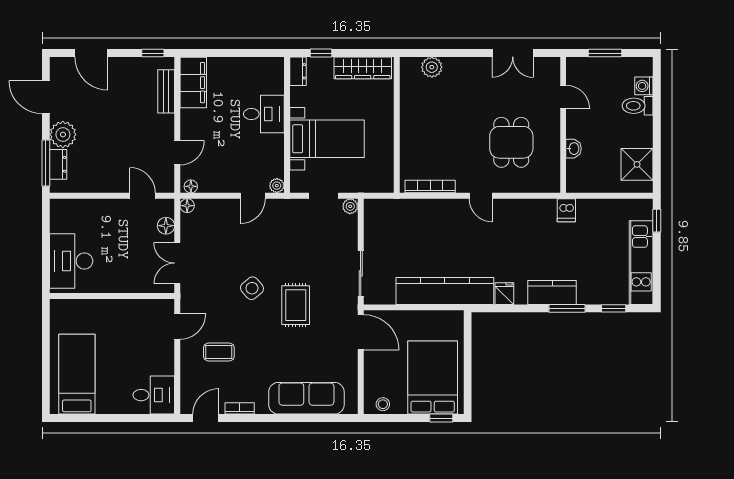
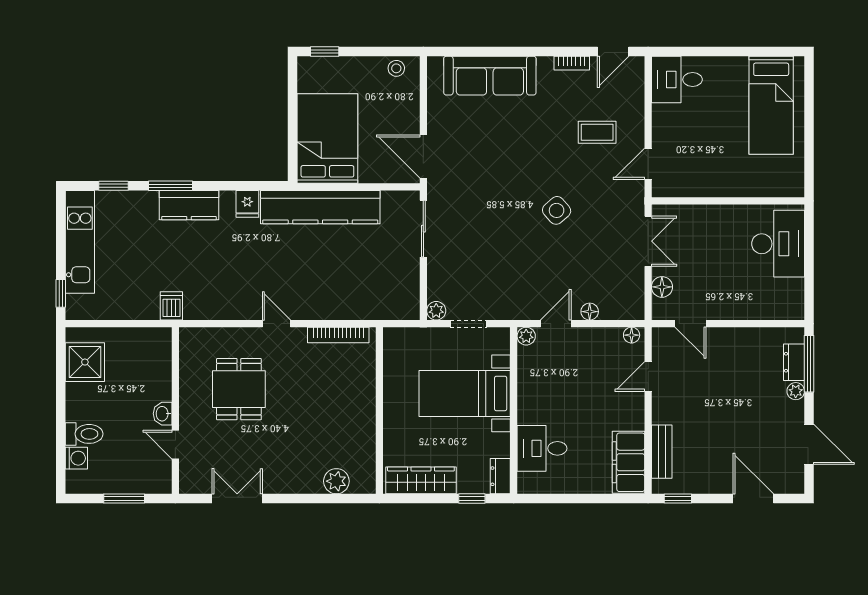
desk: (264, 114) -> (542, 448), moved
plant: (63, 134) -> (796, 391), width x0.53, depth x0.53
washbasin: (574, 149) -> (163, 414), moved
floor lamp: (187, 206) -> (590, 312), moved
rug: (296, 305) -> (503, 190), removed
bed: (433, 378) -> (327, 139), moved, turned 180

